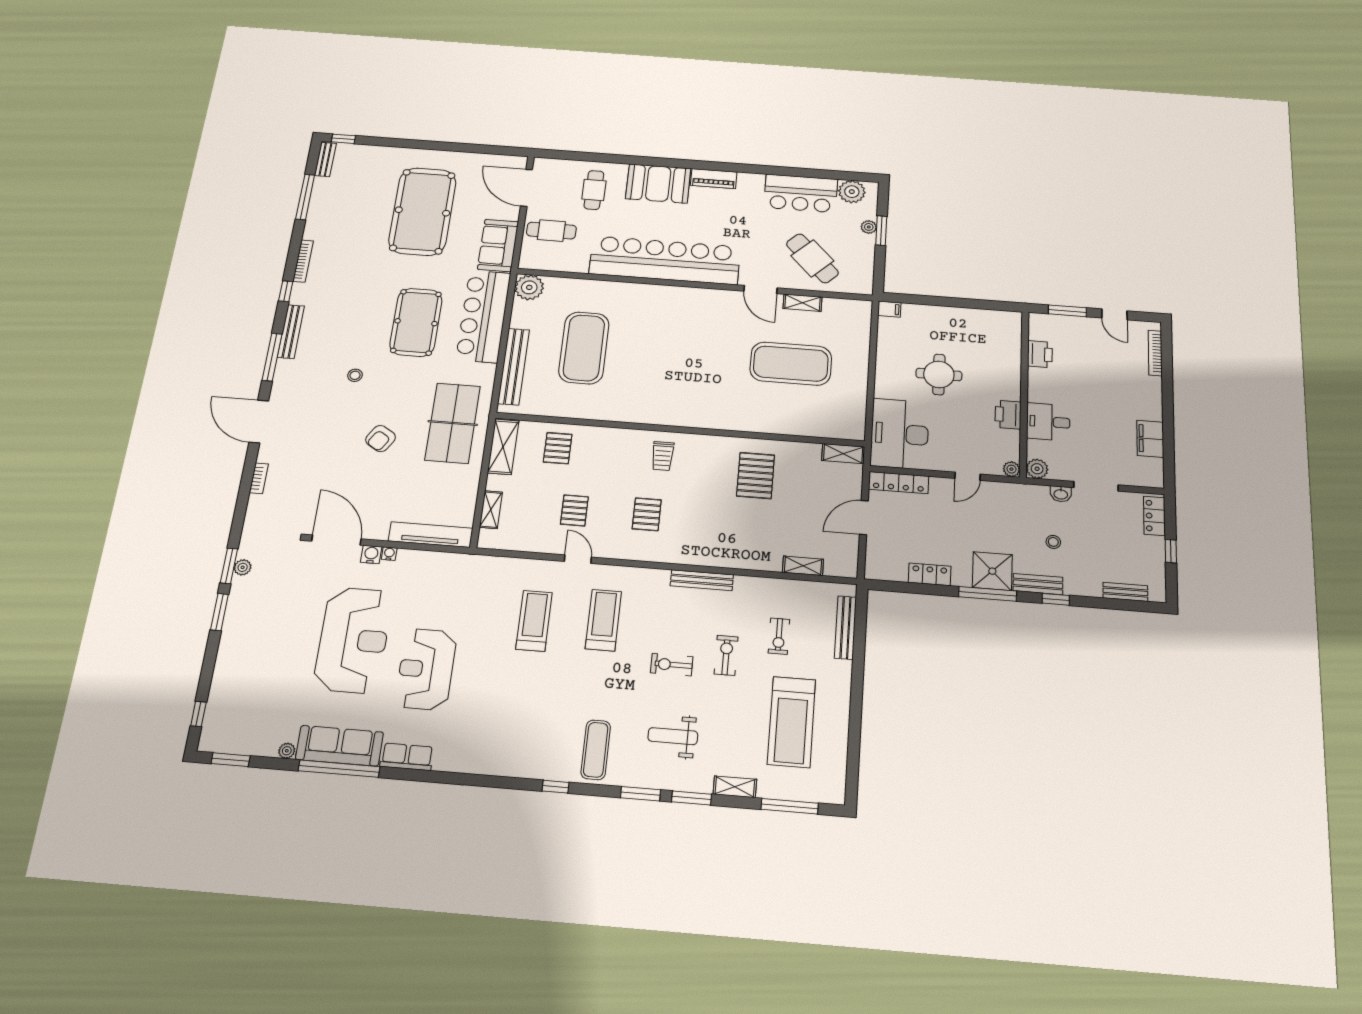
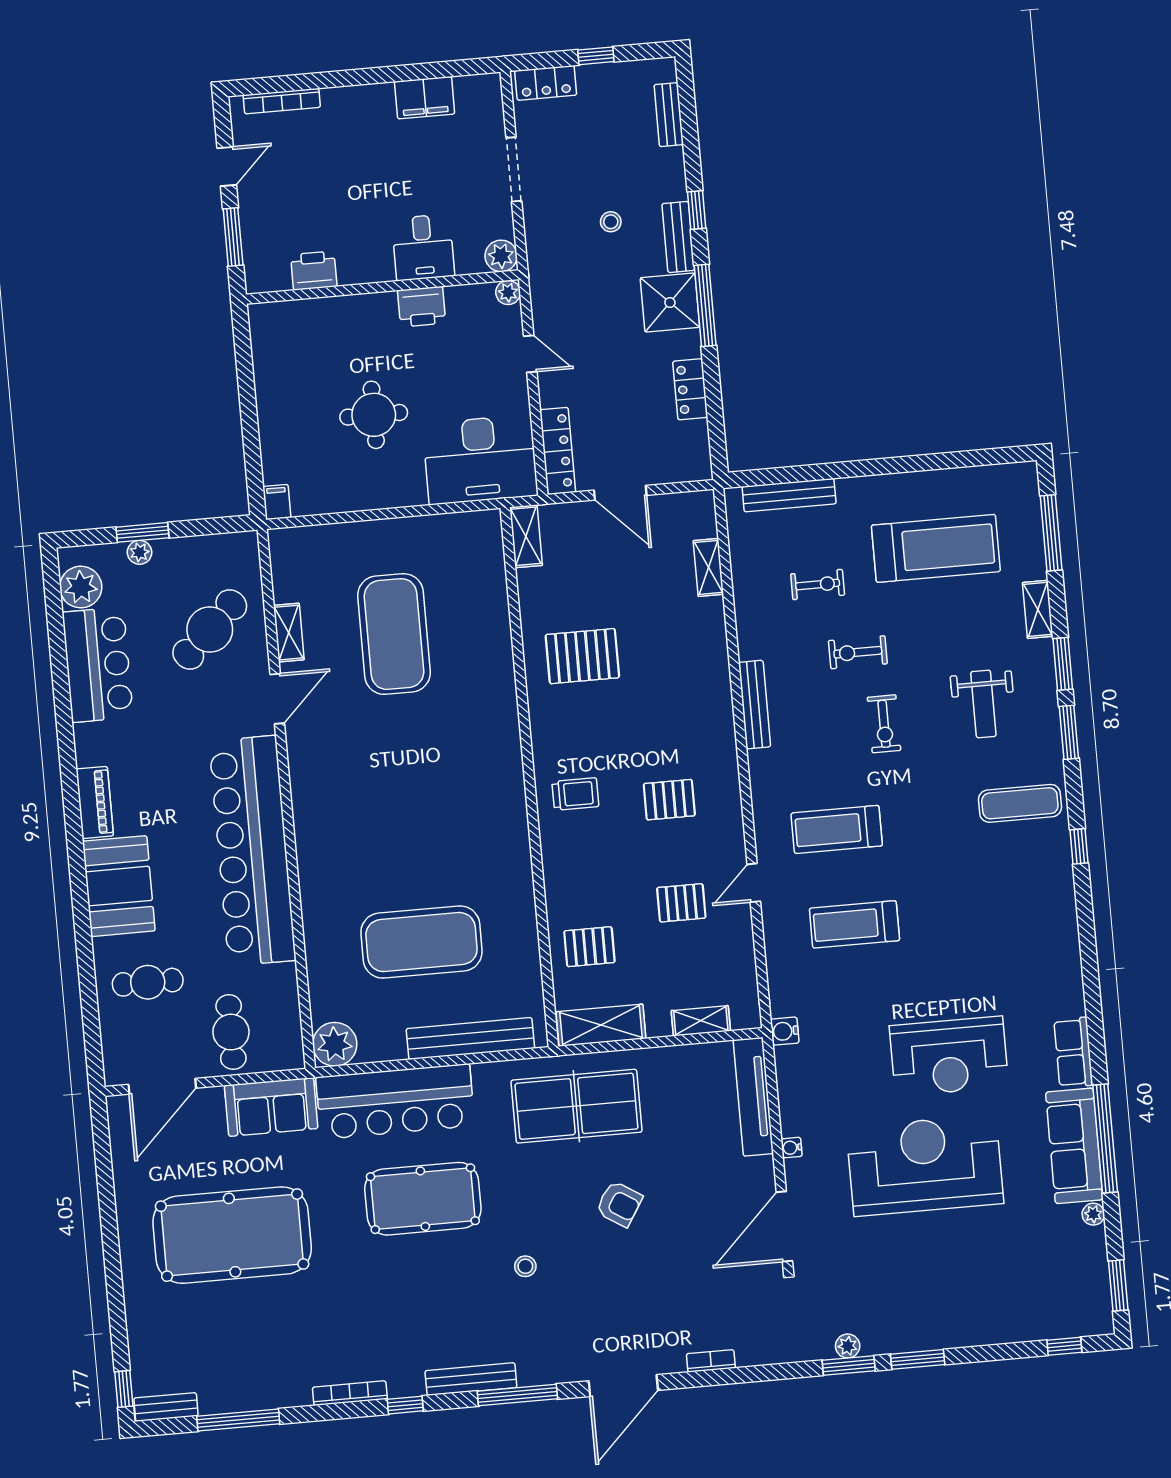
washbasin: (1061, 494) -> (535, 218), removed
water cooler: (371, 554) -> (785, 1031), moved

